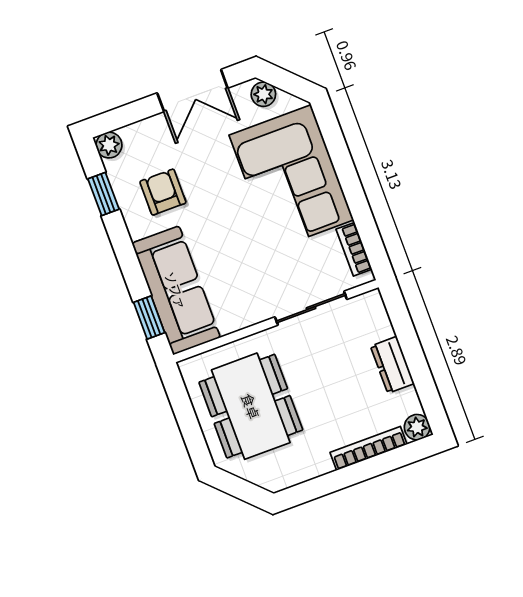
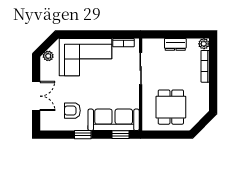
double door: (192, 91) -> (36, 96), moved
plant: (109, 145) -> (46, 125), removed
window: (103, 194) -> (83, 135), moved
dining table: (251, 406) -> (171, 107), width x0.73

